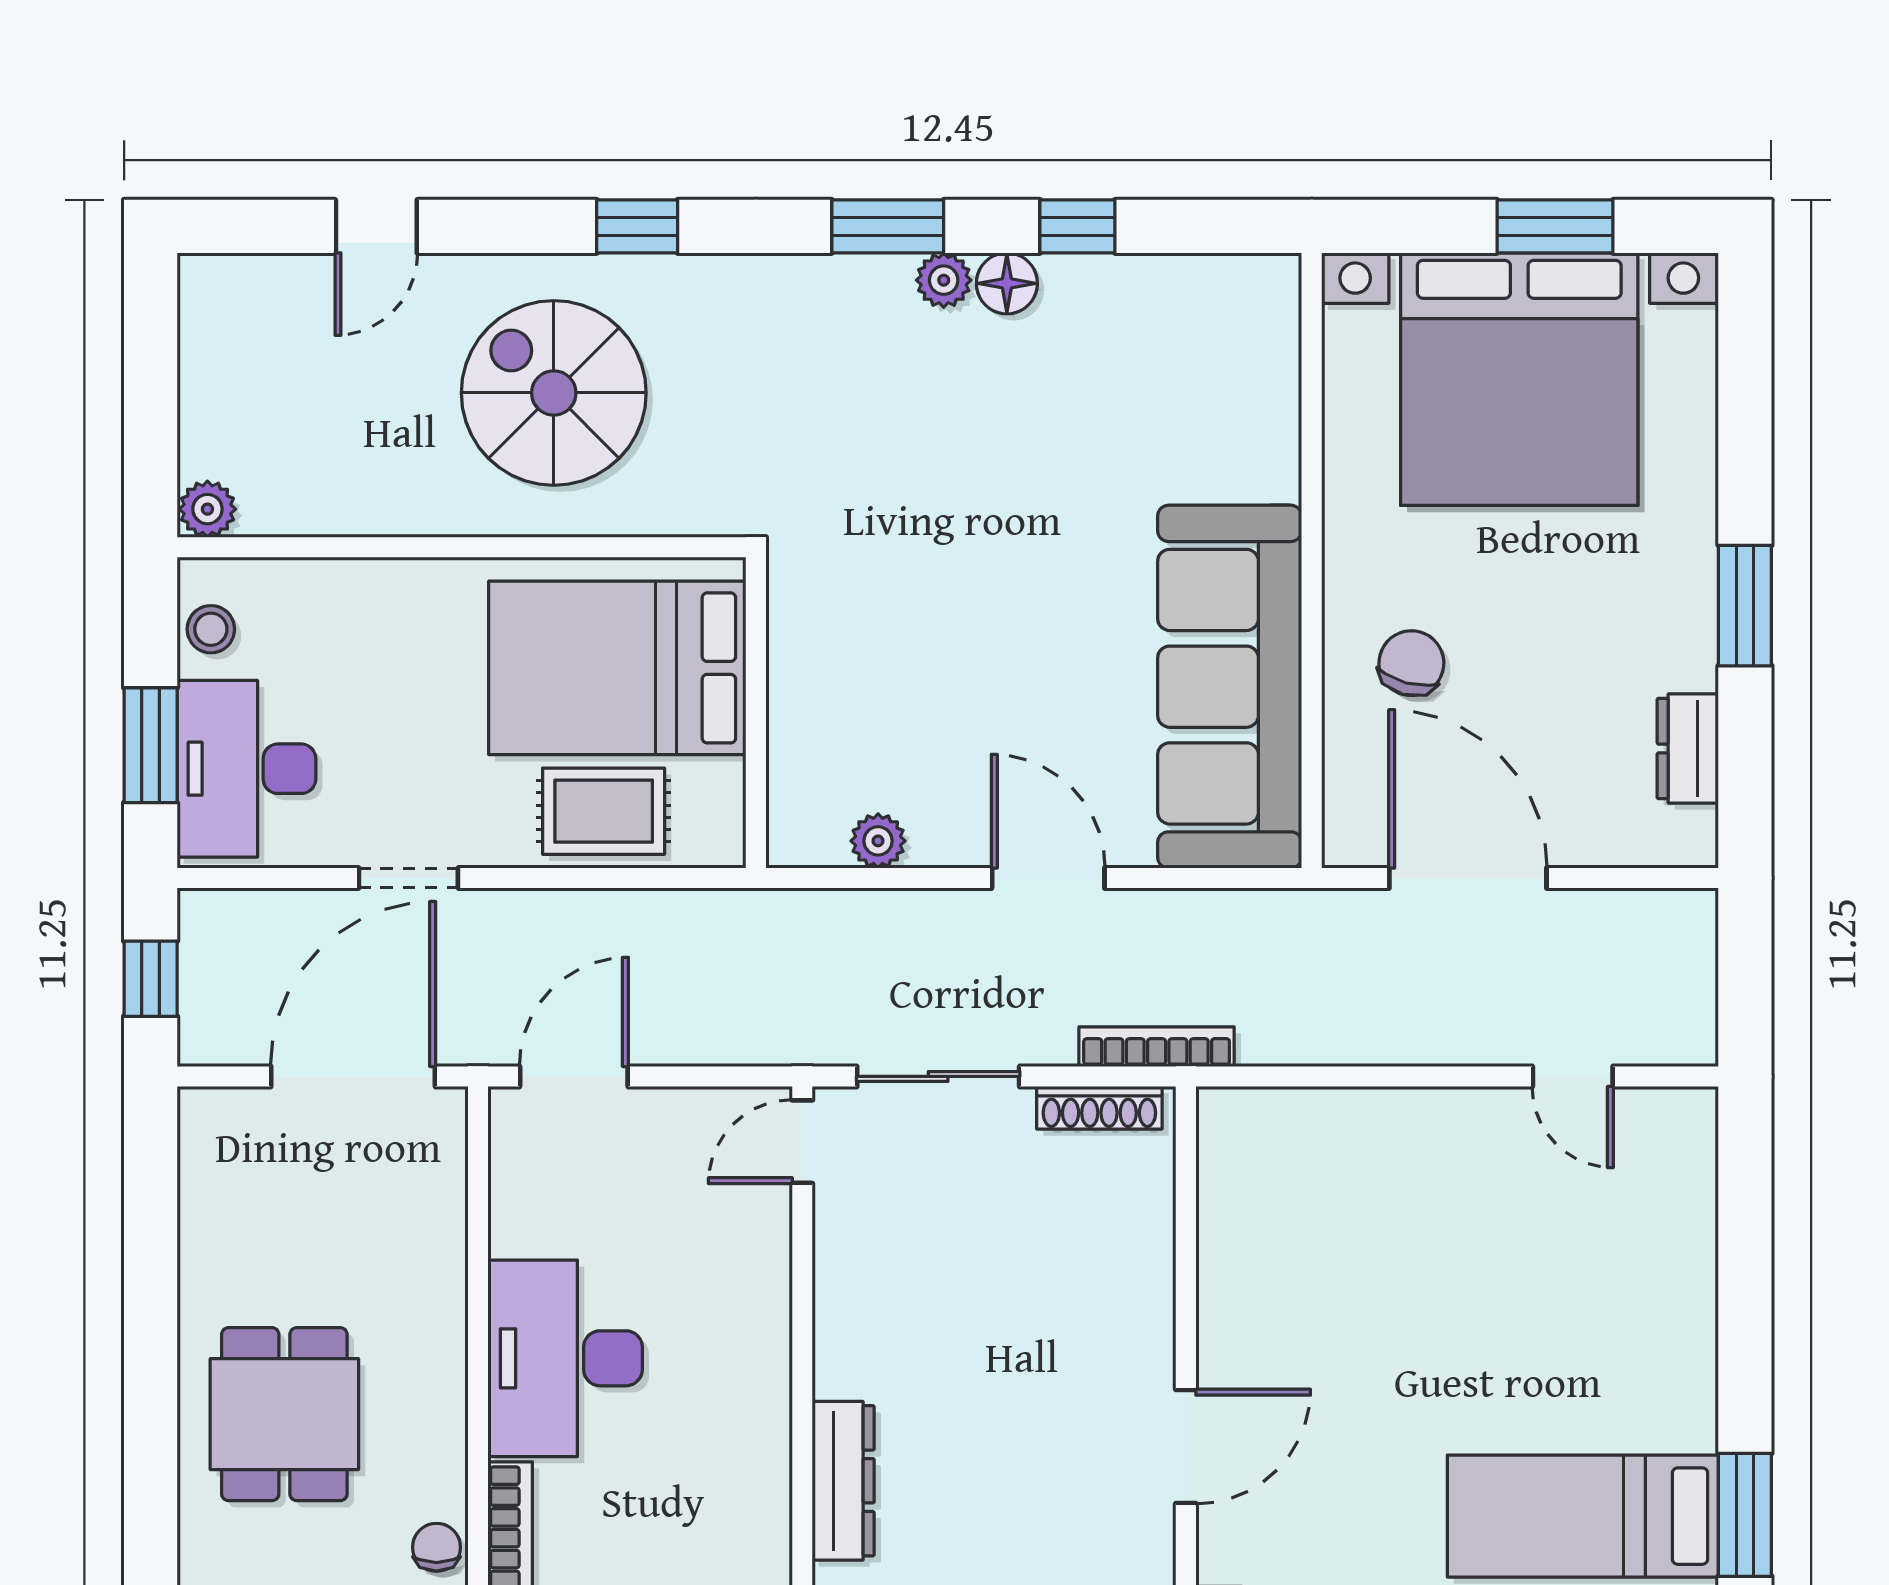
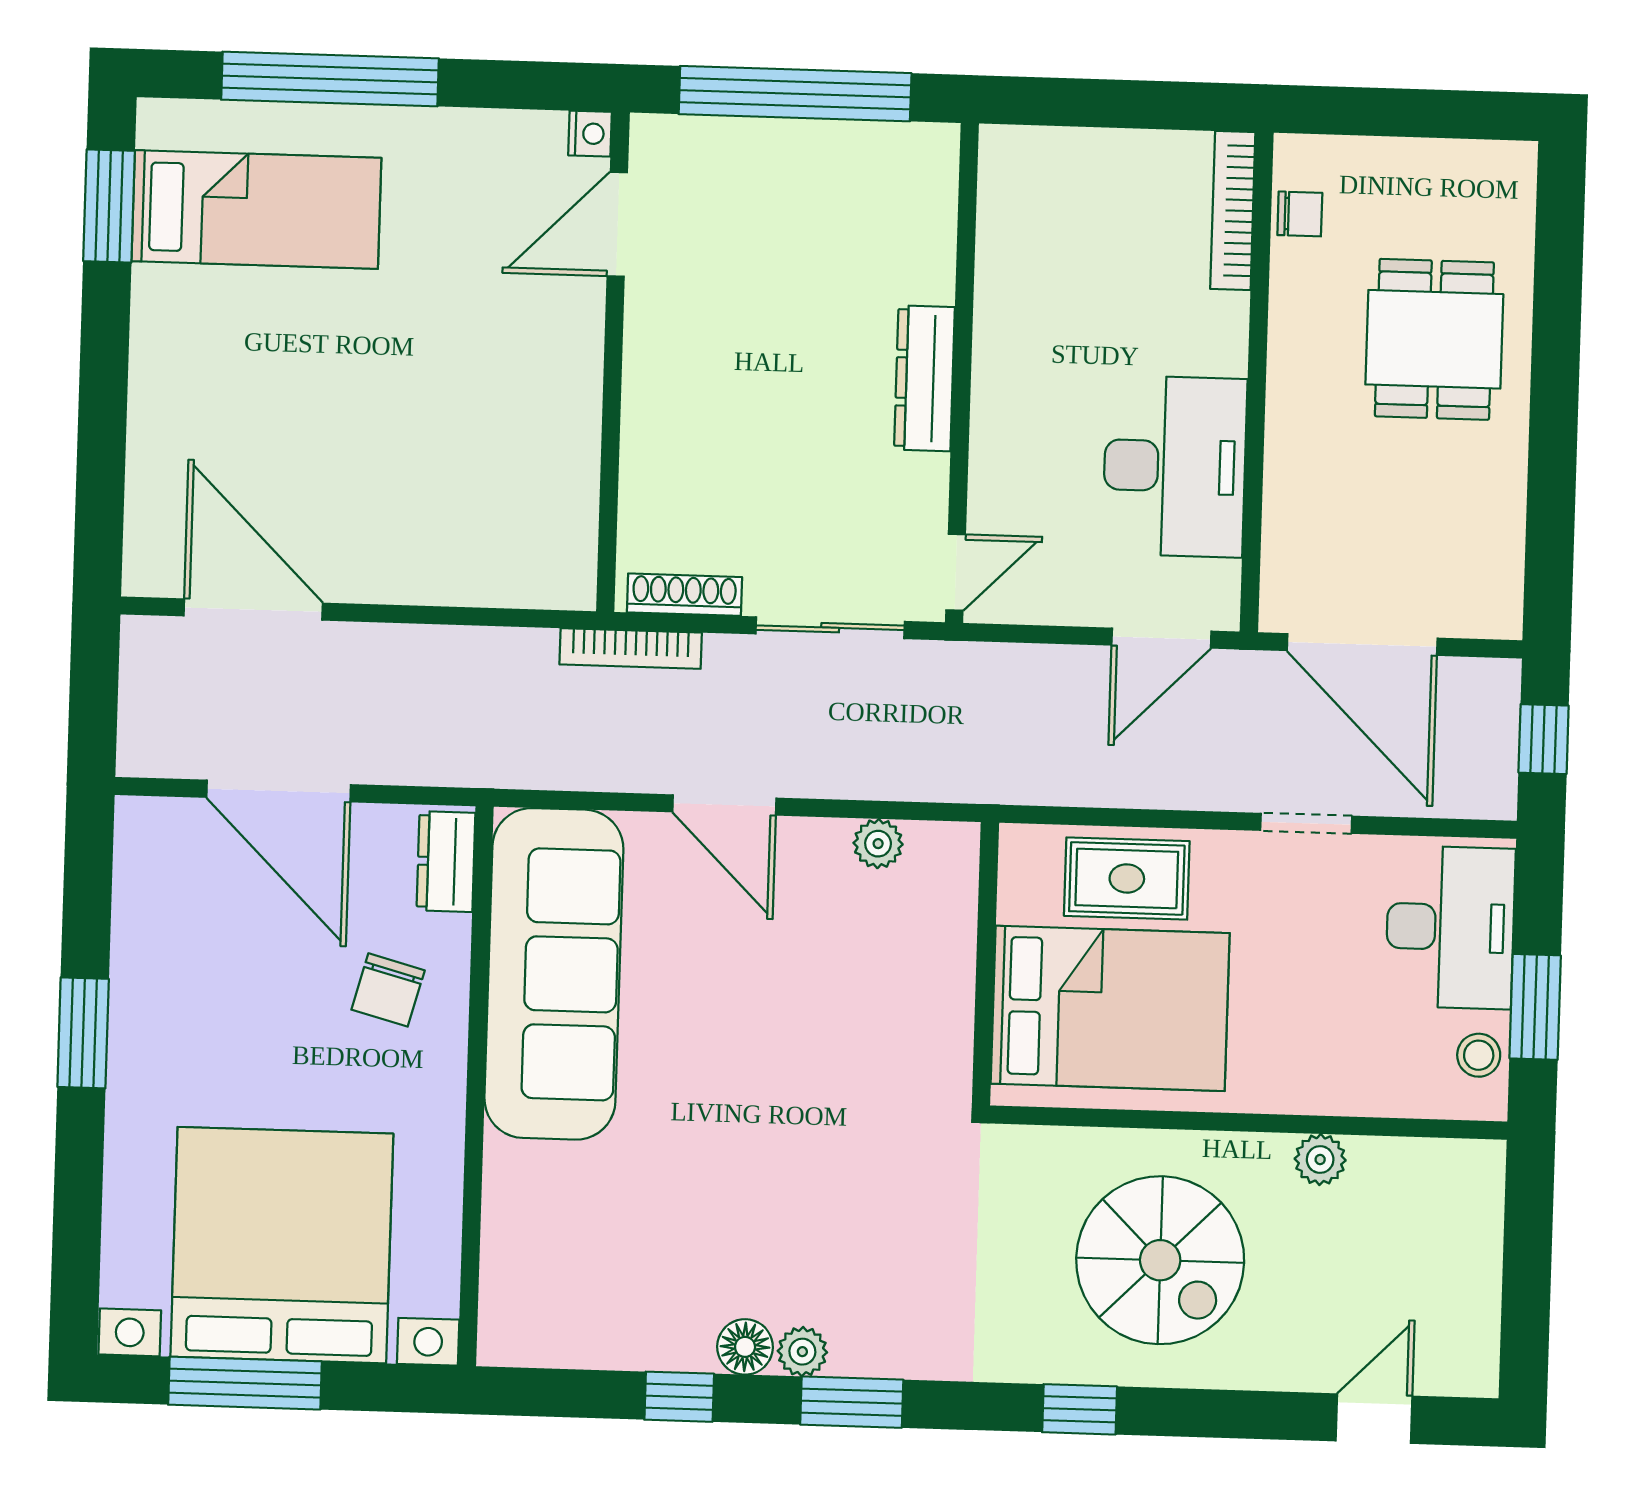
door: (376, 226) -> (1374, 1419), moved
window: (1555, 226) -> (245, 1383), width x1.44
plant: (207, 509) -> (1320, 1160), moved
window: (151, 745) -> (1535, 1007), moved
dresser: (1688, 748) -> (446, 862), moved, turned 180
door: (1468, 878) -> (279, 791), moved
door: (353, 1076) -> (1362, 644), hinge flipped
door: (1573, 1076) -> (253, 610), width x1.87
desk: (565, 1358) -> (1175, 466), moved
door: (1186, 1446) -> (617, 224), moved
dresser: (843, 1481) -> (924, 378), moved
chair: (436, 1547) -> (1300, 214), turned -90

